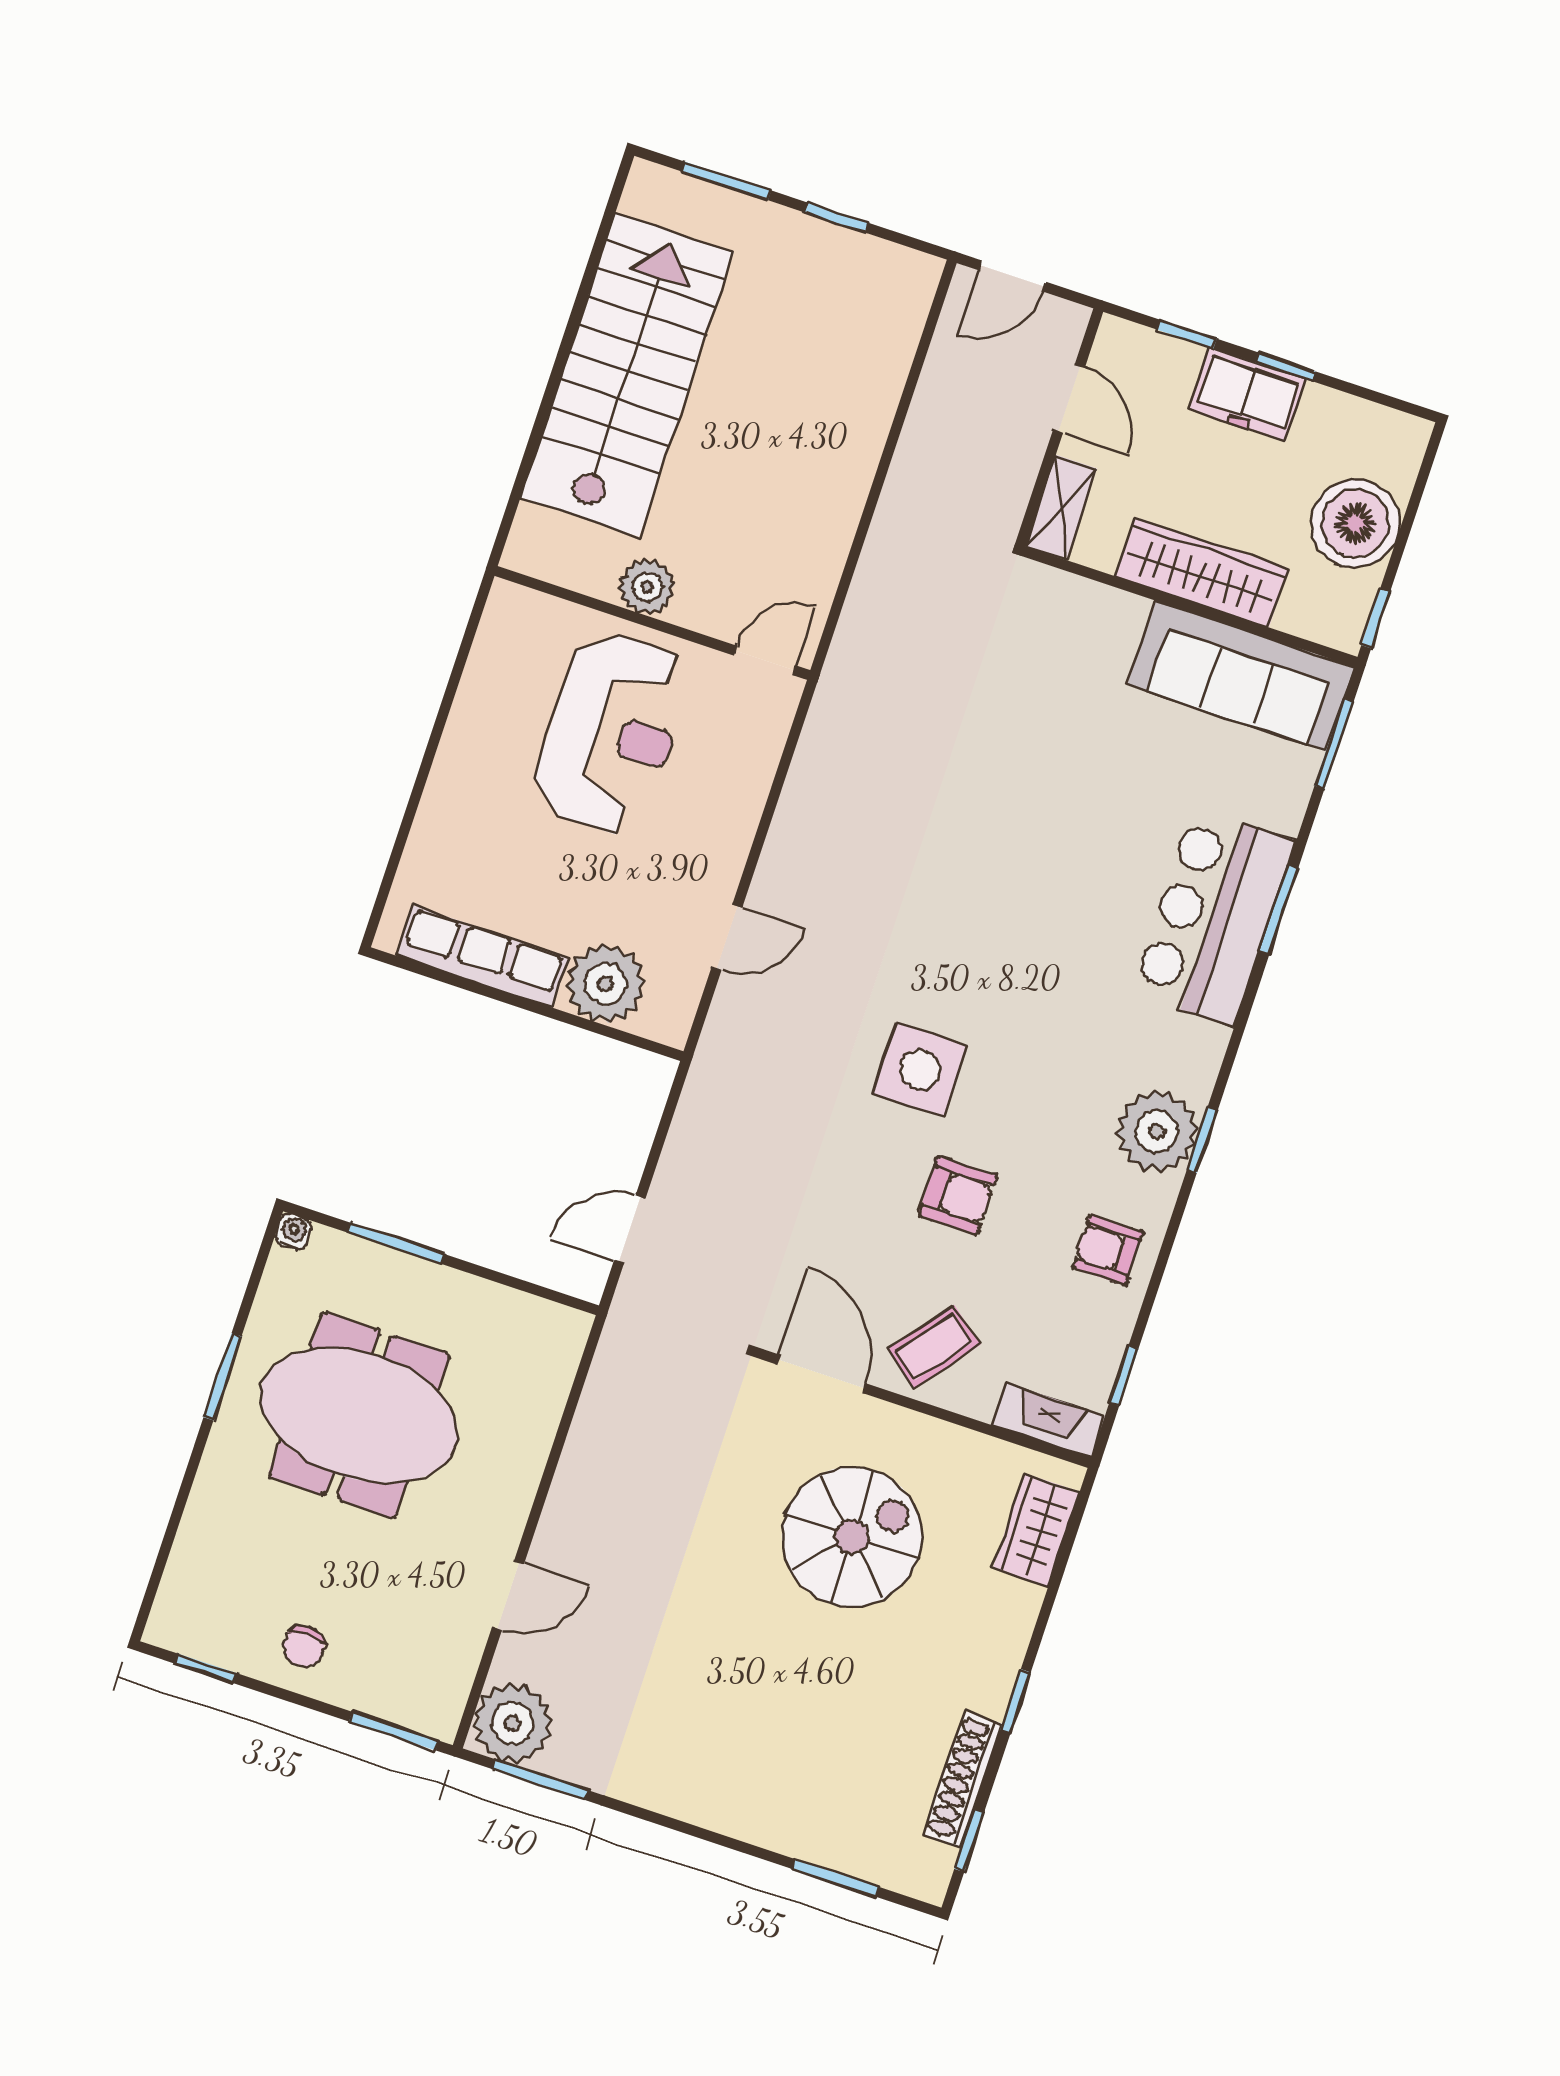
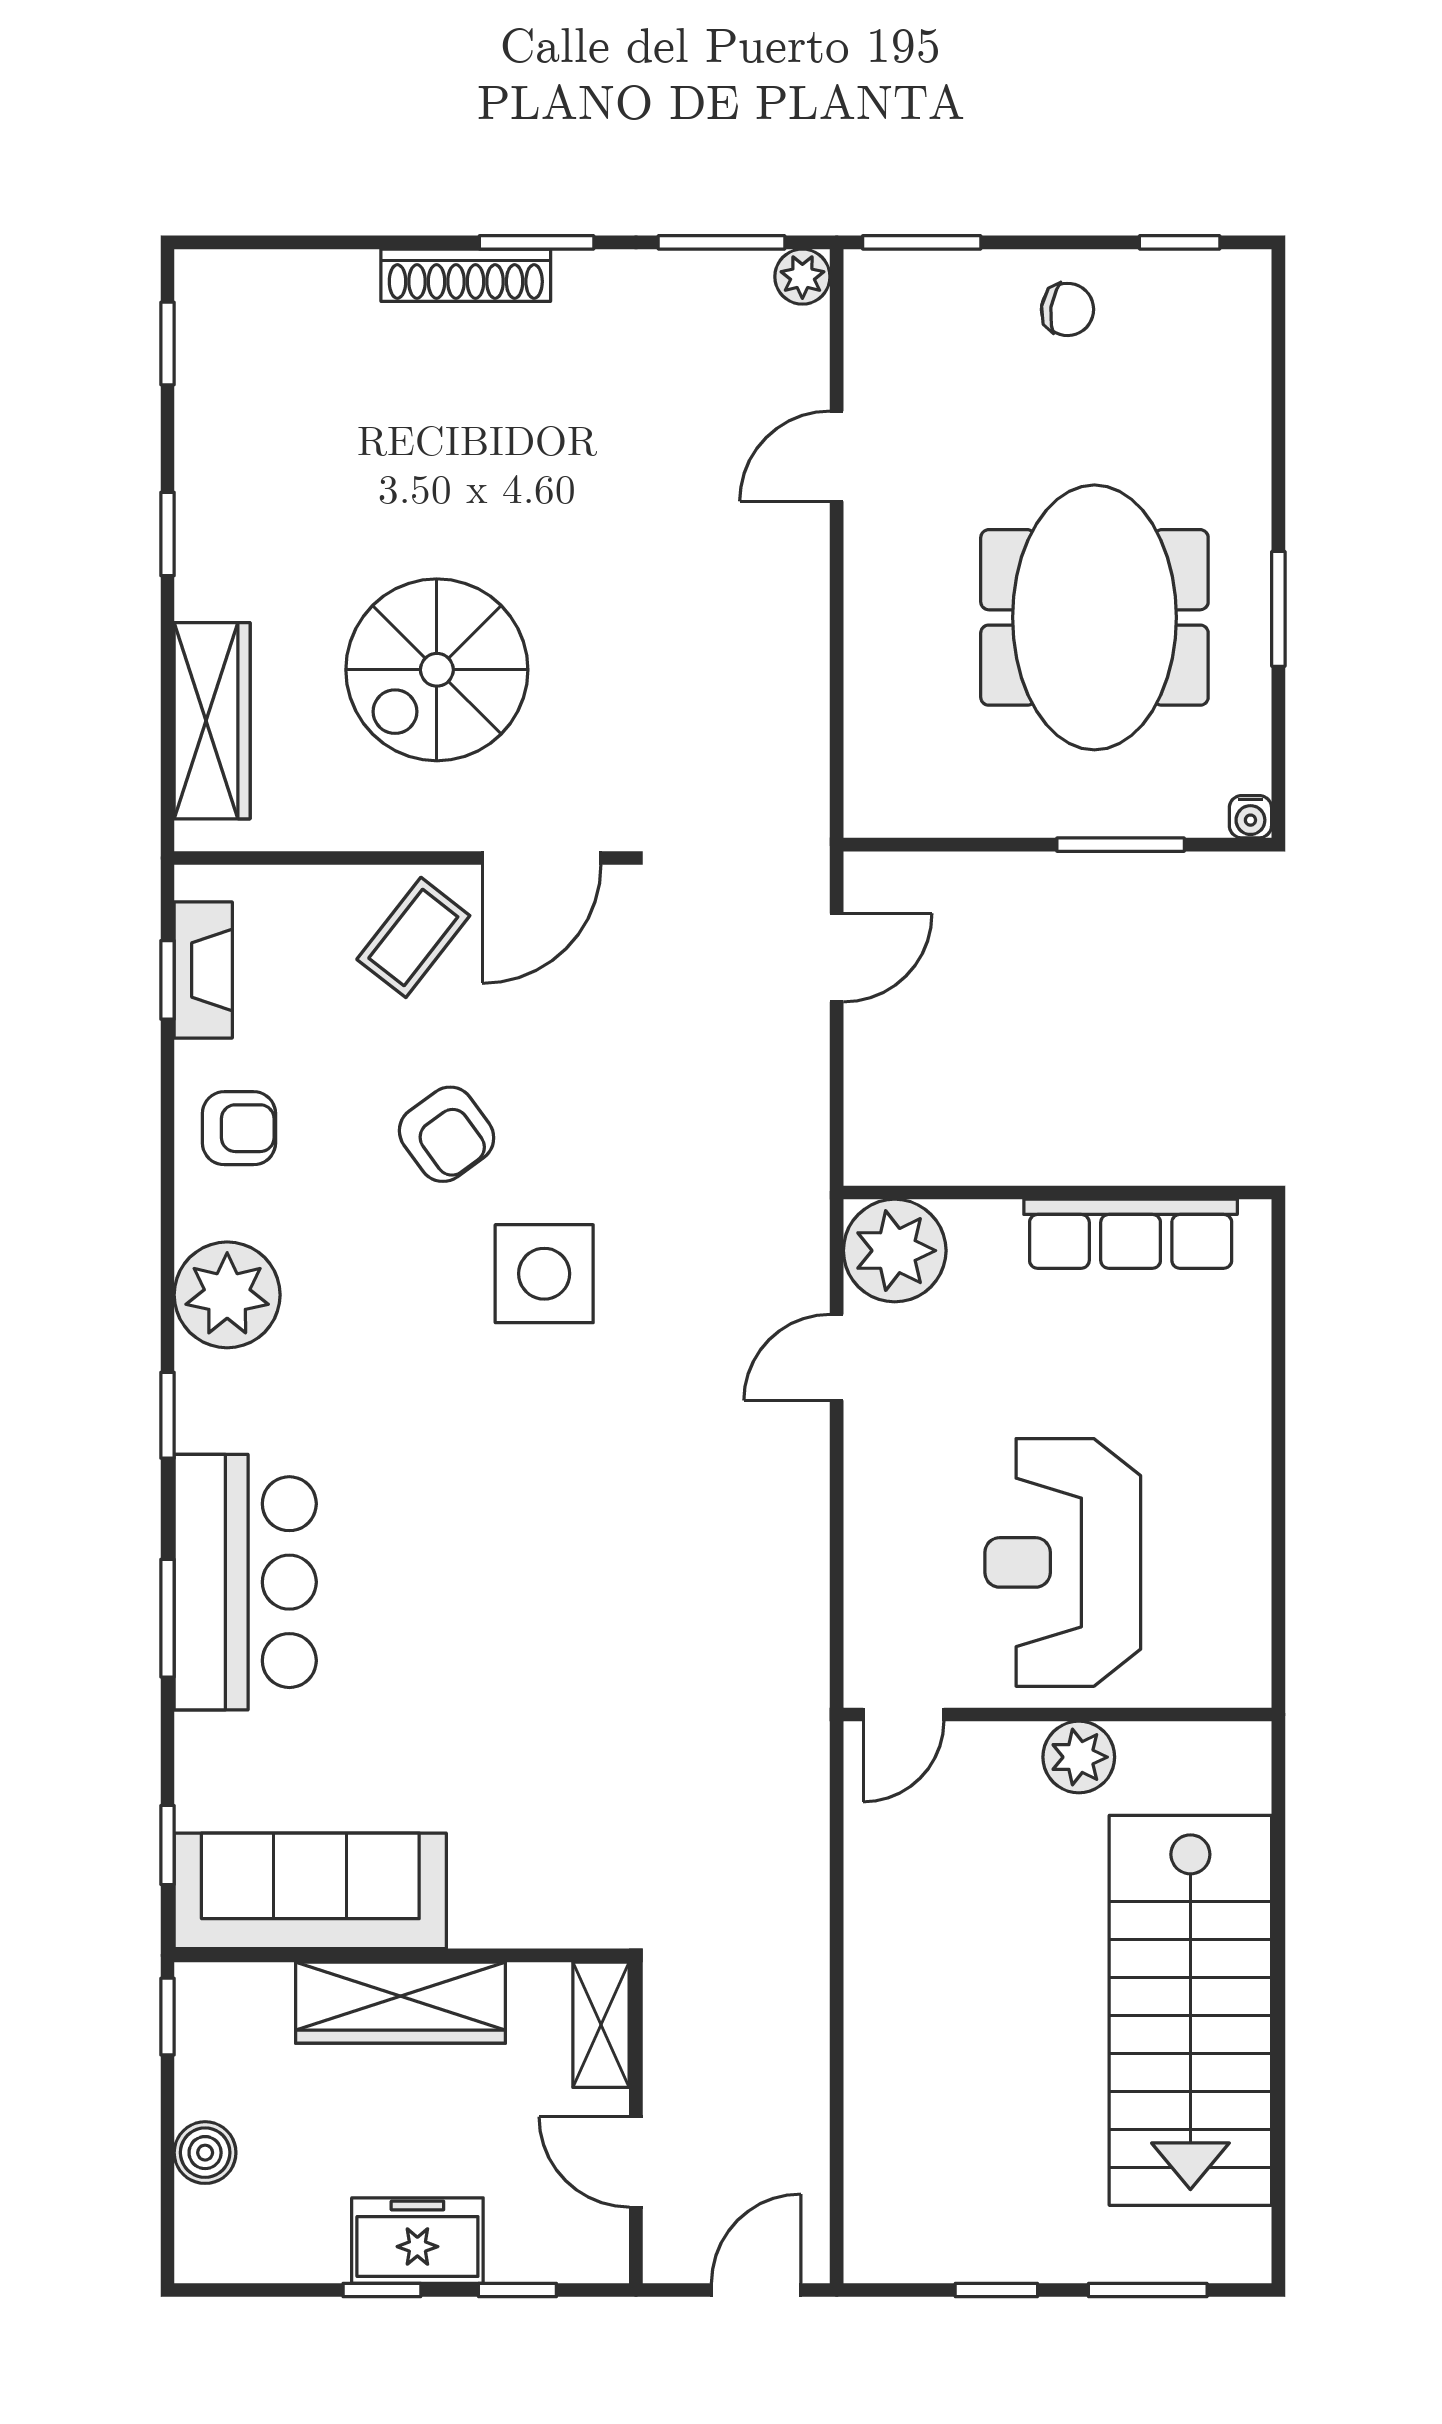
boiler: (1355, 523) -> (205, 2153), width x0.54, depth x0.54
window: (1334, 744) -> (168, 1845), width x0.67
plant: (606, 984) -> (895, 1251), moved
window: (1202, 1140) -> (168, 1415), moved
armchair: (958, 1195) -> (447, 1134), turned -126
door: (821, 1374) -> (542, 858), hinge flipped
meeting table: (359, 1415) -> (1094, 617), turned 90
fireplace: (1048, 1420) -> (203, 970), moved, turned -90
wardrobe: (1036, 1530) -> (212, 721), width x1.50
chair: (304, 1647) -> (1068, 309), turned 98
plant: (513, 1723) -> (802, 277), width x0.53, depth x0.53
shoe rack: (963, 1779) -> (466, 275), moved, turned 90
window: (835, 1878) -> (537, 242), moved

